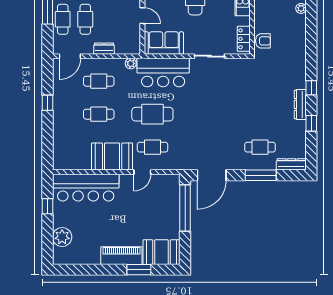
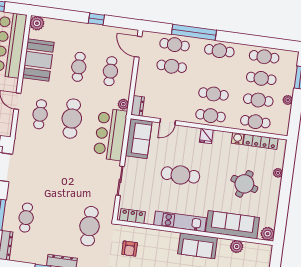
armchair: (263, 41) -> (130, 249), moved
dresser: (104, 49) -> (138, 106), moved
cafe table: (260, 81) -> (89, 226), added
booth: (112, 157) -> (38, 60), moved
plant: (60, 163) -> (37, 23), added

